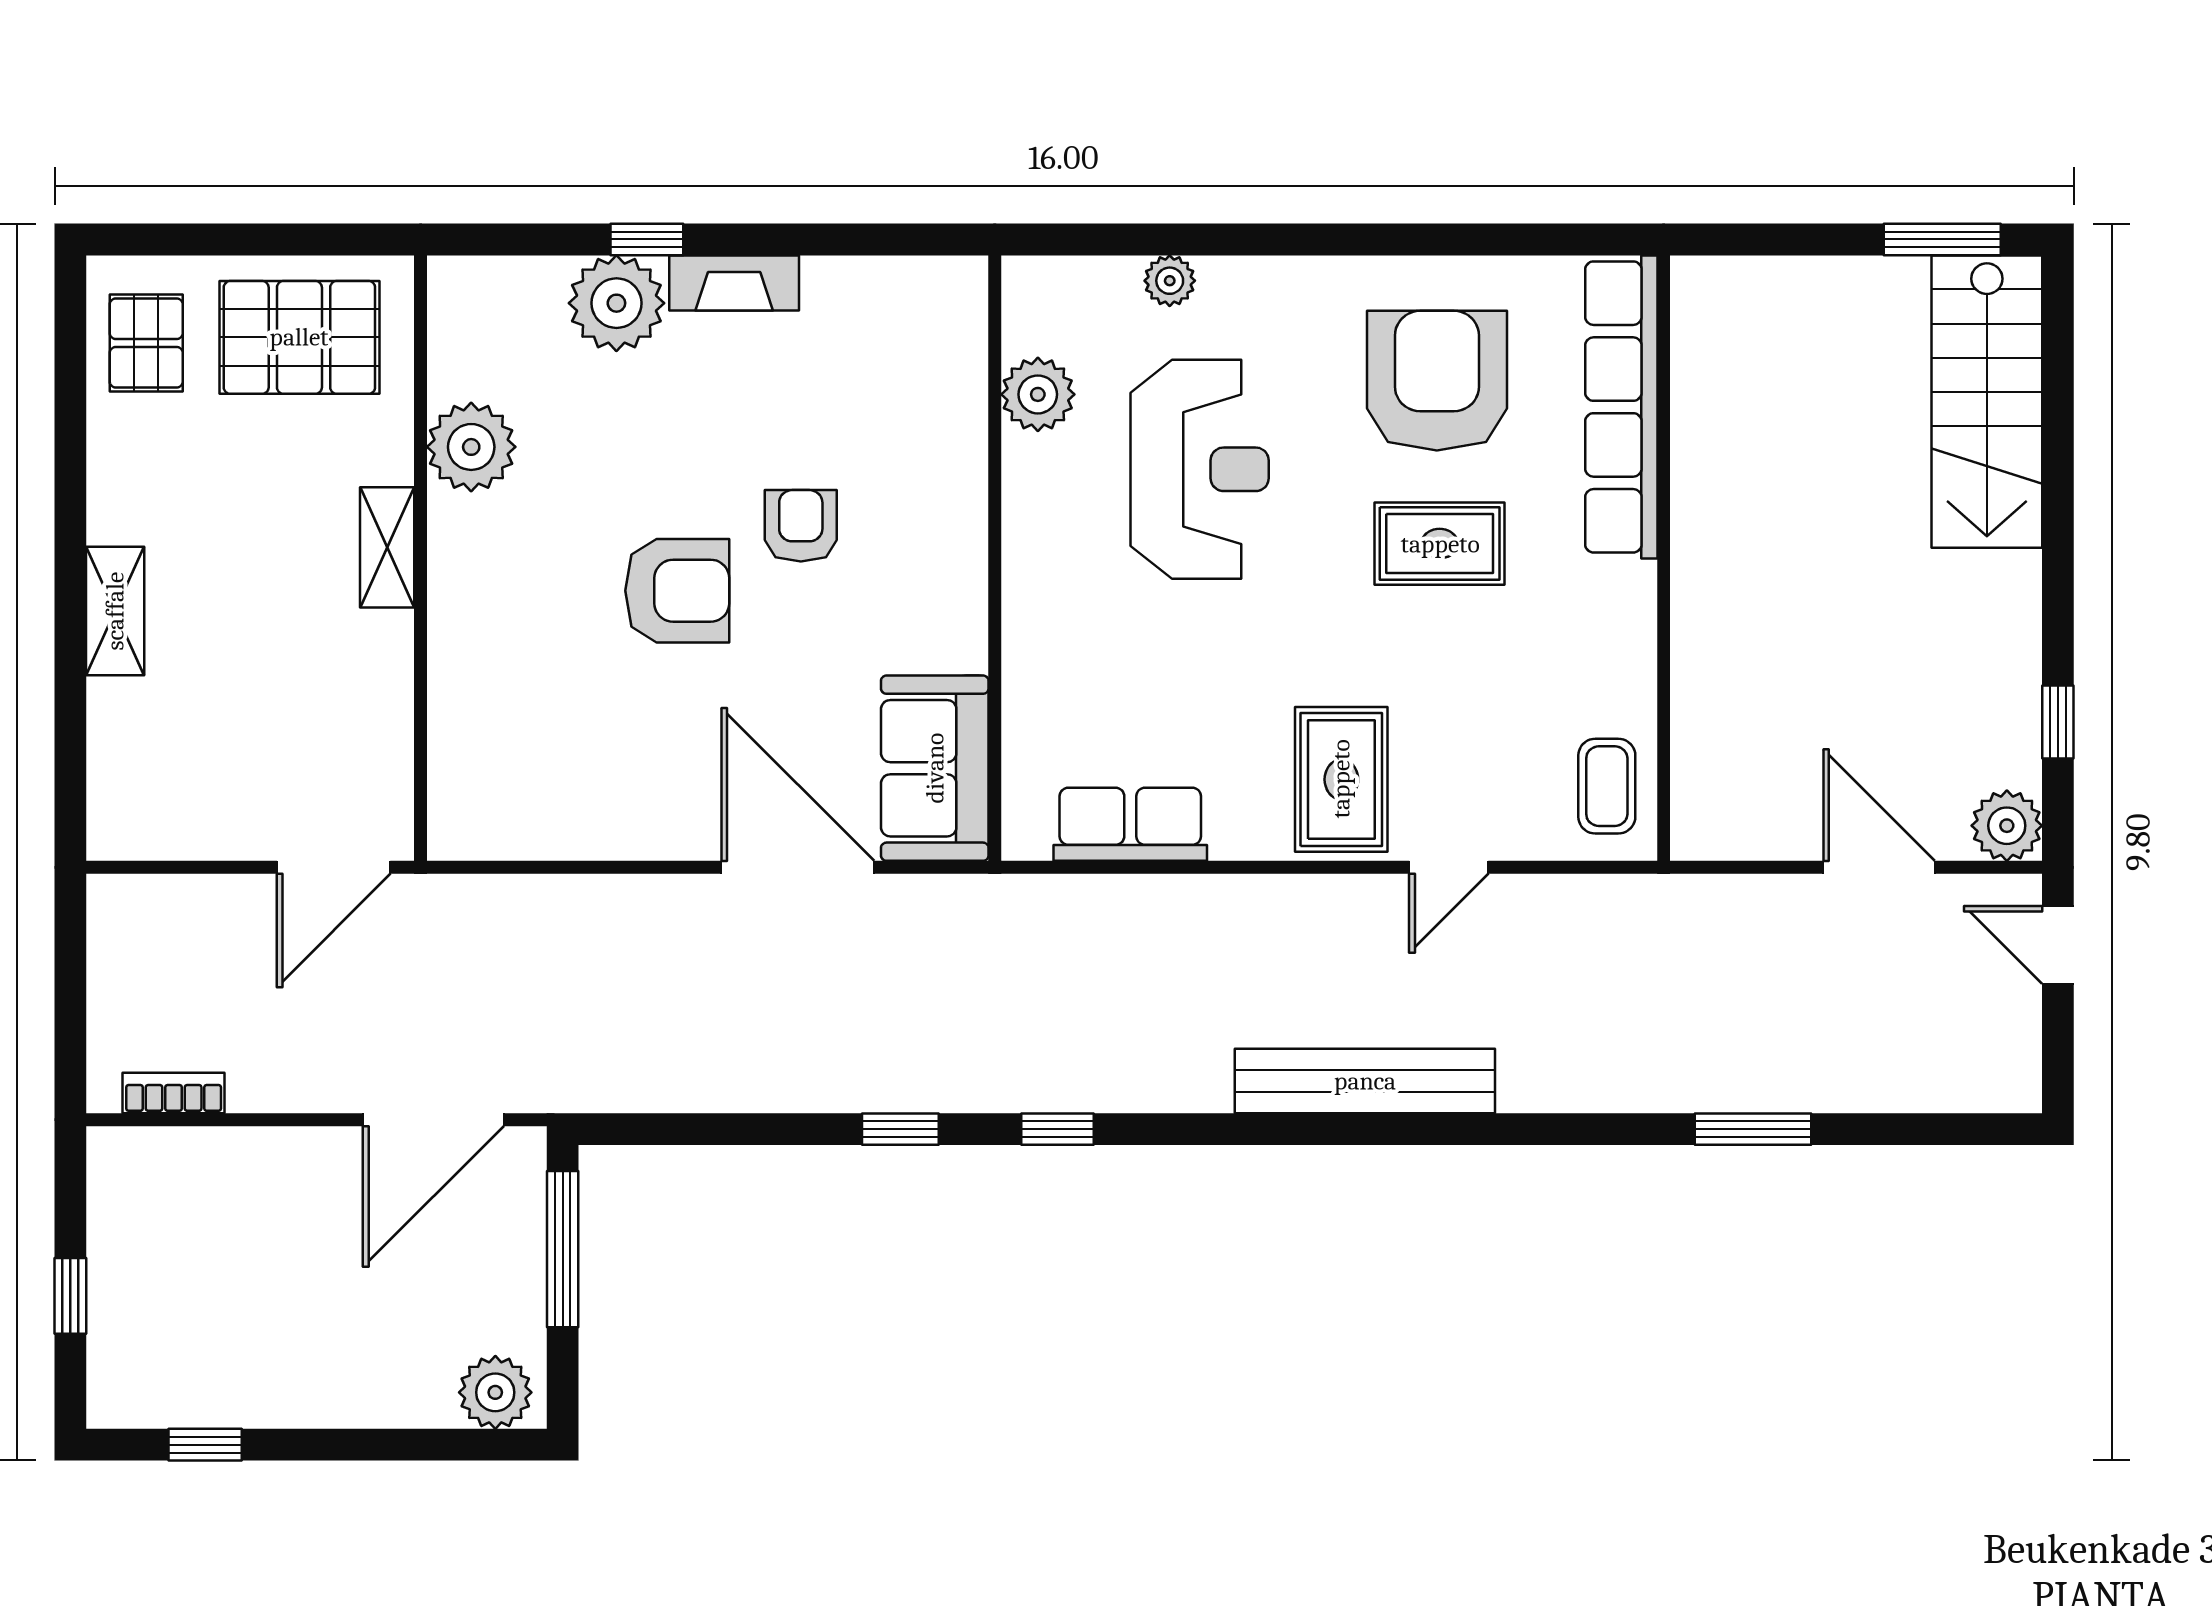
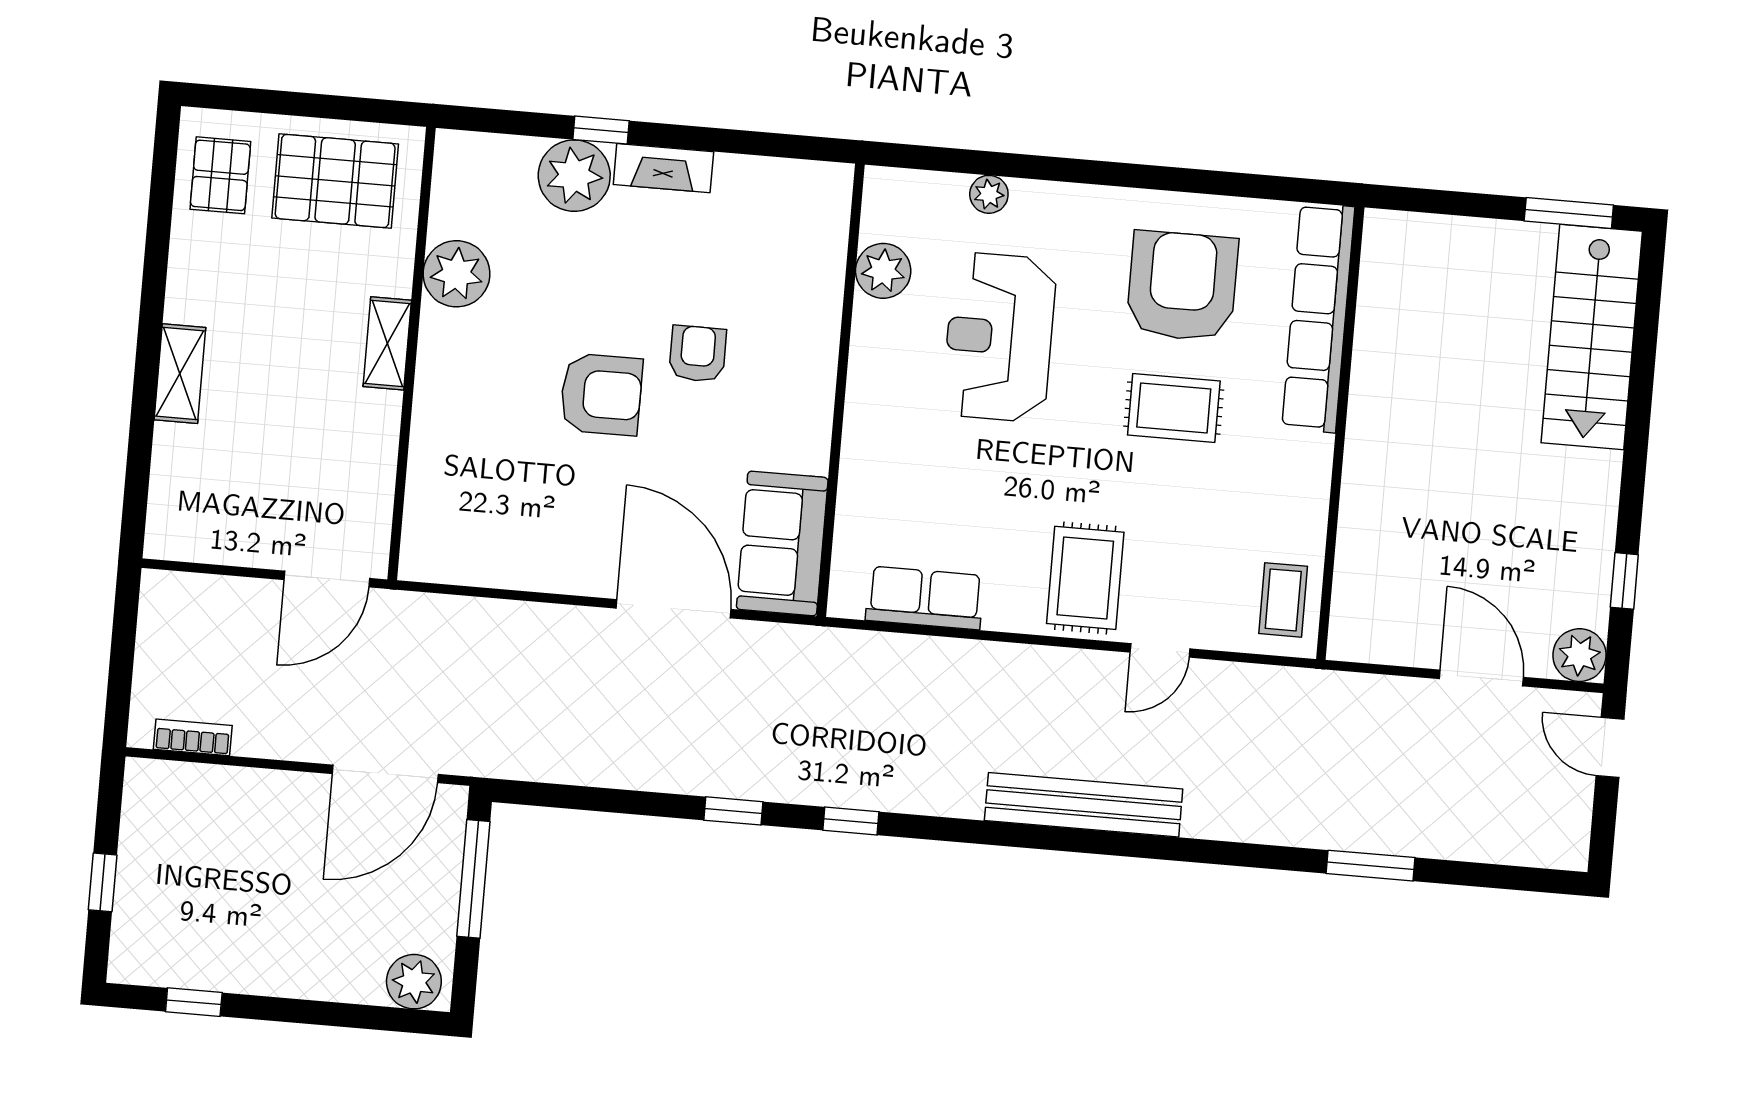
reception desk: (1200, 469) -> (999, 337), turned 180

